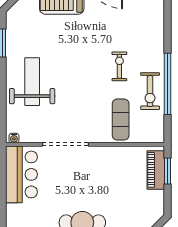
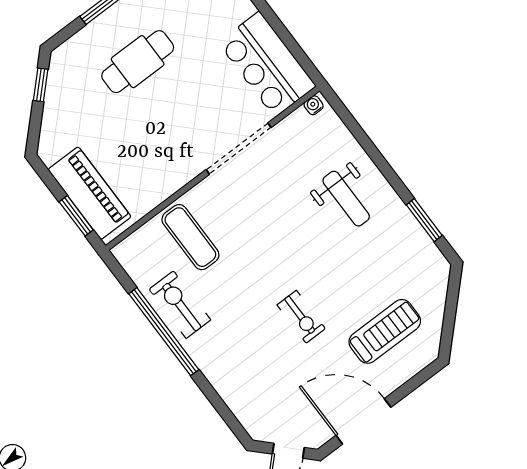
exercise bike: (119, 66) -> (301, 317), moved
weight bench: (32, 82) -> (346, 199), width x0.73, depth x0.75
piano: (156, 170) -> (90, 193), width x1.37, depth x1.33

